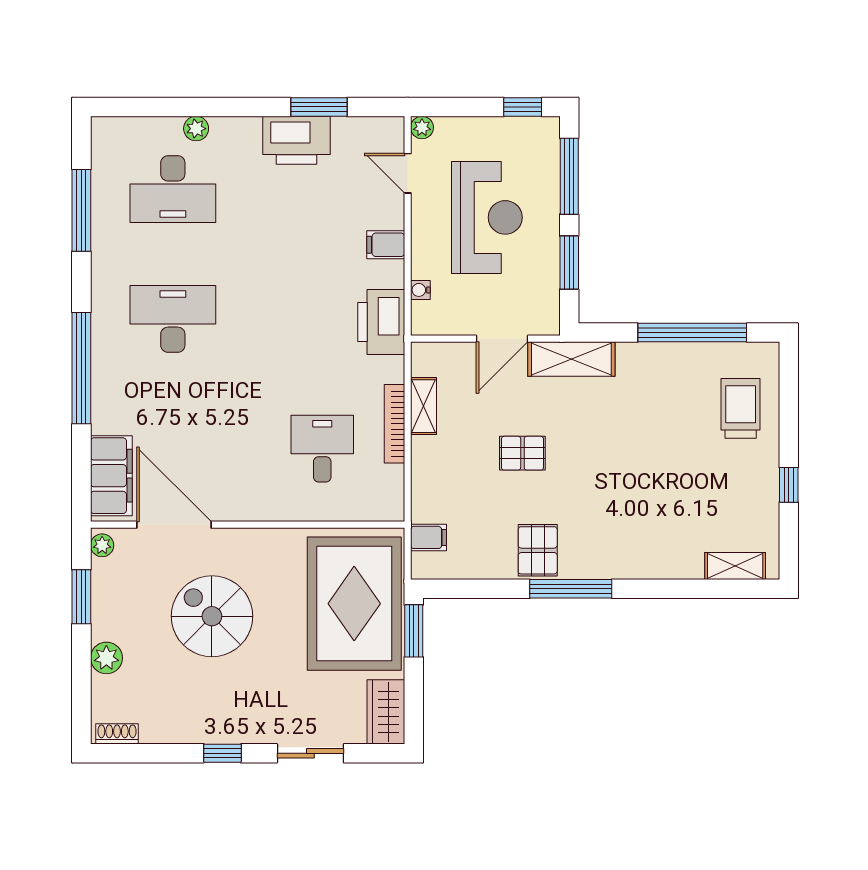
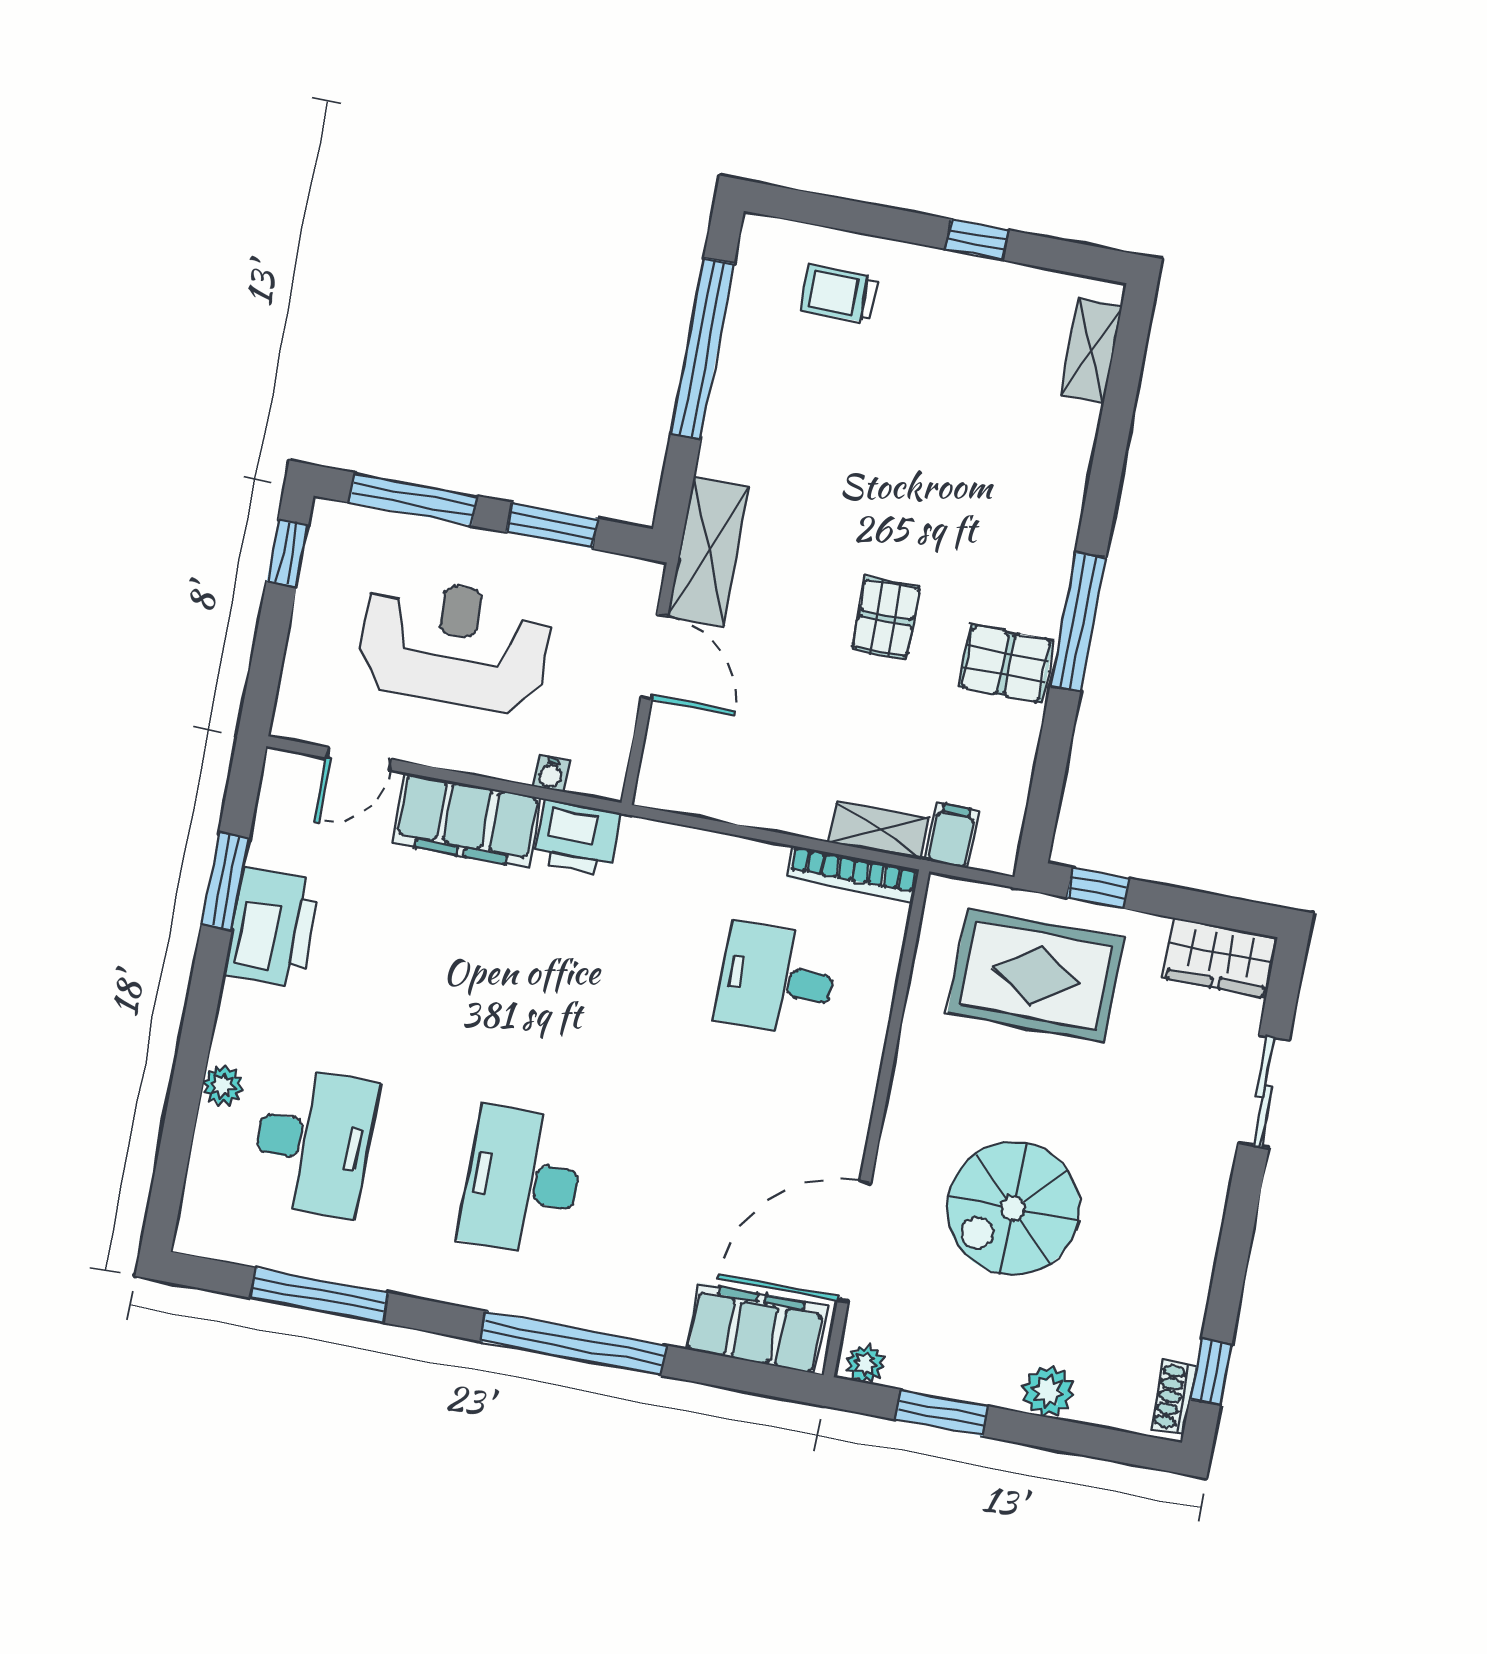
plant: (422, 127) -> (290, 721), removed
filing cabinet: (386, 245) -> (467, 821), width x3.00, depth x1.17
printer: (381, 322) -> (578, 838), width x0.73, depth x0.84
shelving: (424, 406) -> (879, 830), moved
trolley: (741, 408) -> (839, 294), width x0.73, depth x0.72
bookcase: (394, 424) -> (853, 874), moved
pallet: (522, 453) -> (886, 618), moved
rug: (354, 604) -> (1036, 975), width x0.73, depth x0.69
window: (414, 631) -> (1098, 888), width x0.67
window: (222, 753) -> (1211, 1372), moved

